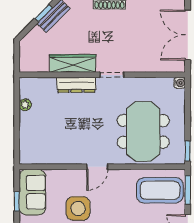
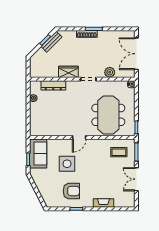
wardrobe: (73, 63) -> (68, 72), width x0.67
plant: (145, 64) -> (110, 72), added
dresser: (76, 85) -> (53, 85), moved
coffee table: (160, 190) -> (119, 152), width x0.54, depth x0.58

